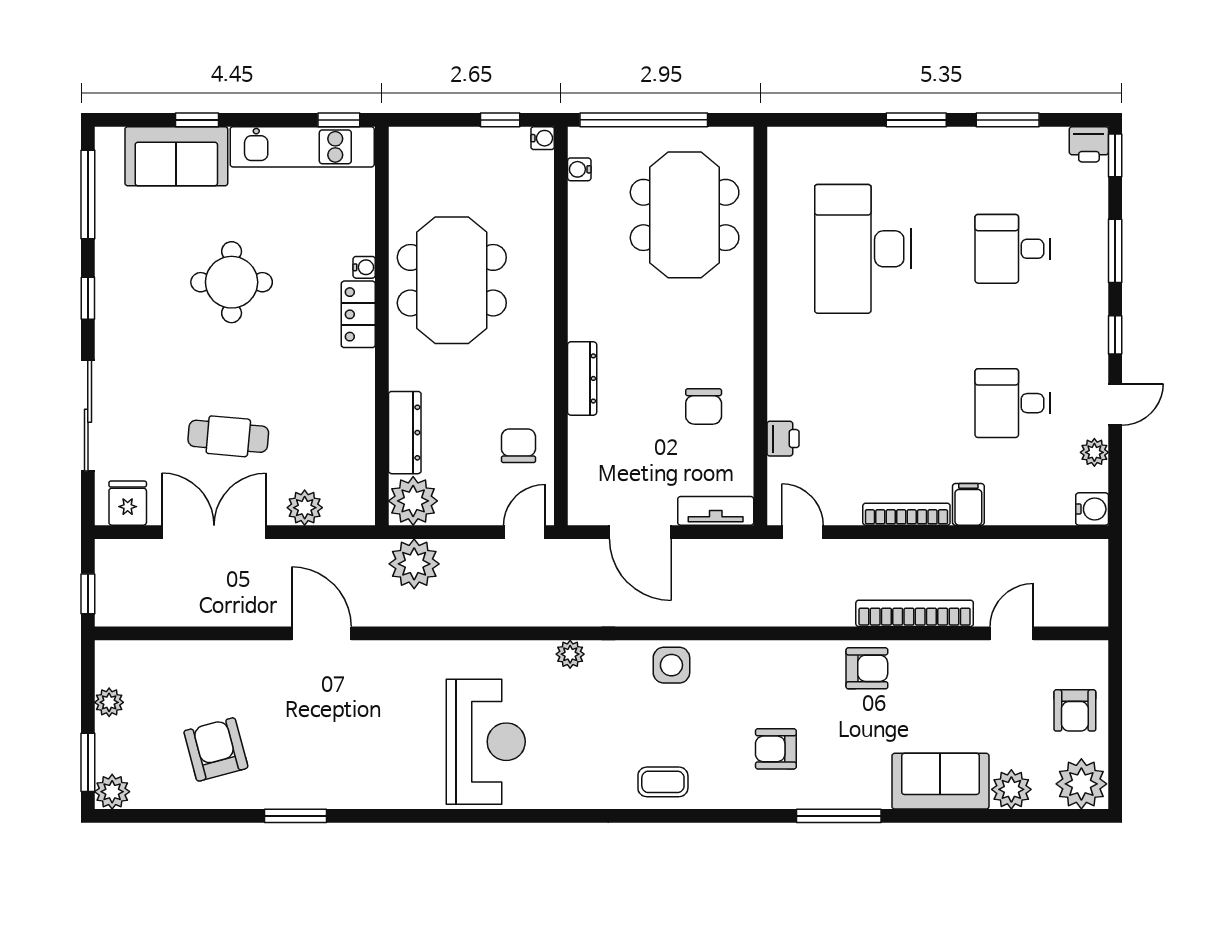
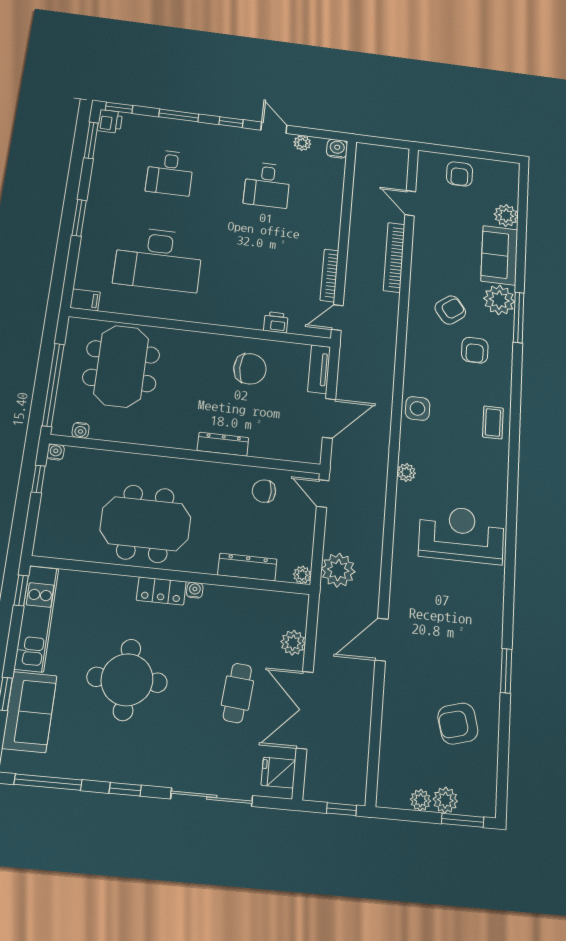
window: (1008, 120) -> (91, 140), moved
meeting table: (685, 215) -> (121, 366), turned 90
water cooler: (364, 267) -> (195, 590), moved
round table: (232, 282) -> (127, 680), width x1.36, depth x1.36
chair: (704, 407) -> (250, 369), width x1.37, depth x1.37
plant: (413, 501) -> (302, 575), width x0.53, depth x0.53
filing cabinet: (968, 504) -> (85, 300), moved, turned 180
bookcase: (906, 514) -> (329, 276), moved
armchair: (867, 668) -> (450, 310), moved, turned 53
armchair: (1075, 710) -> (460, 174), turned 90
plant: (1081, 784) -> (499, 300), moved
plant: (112, 792) -> (445, 800), moved

